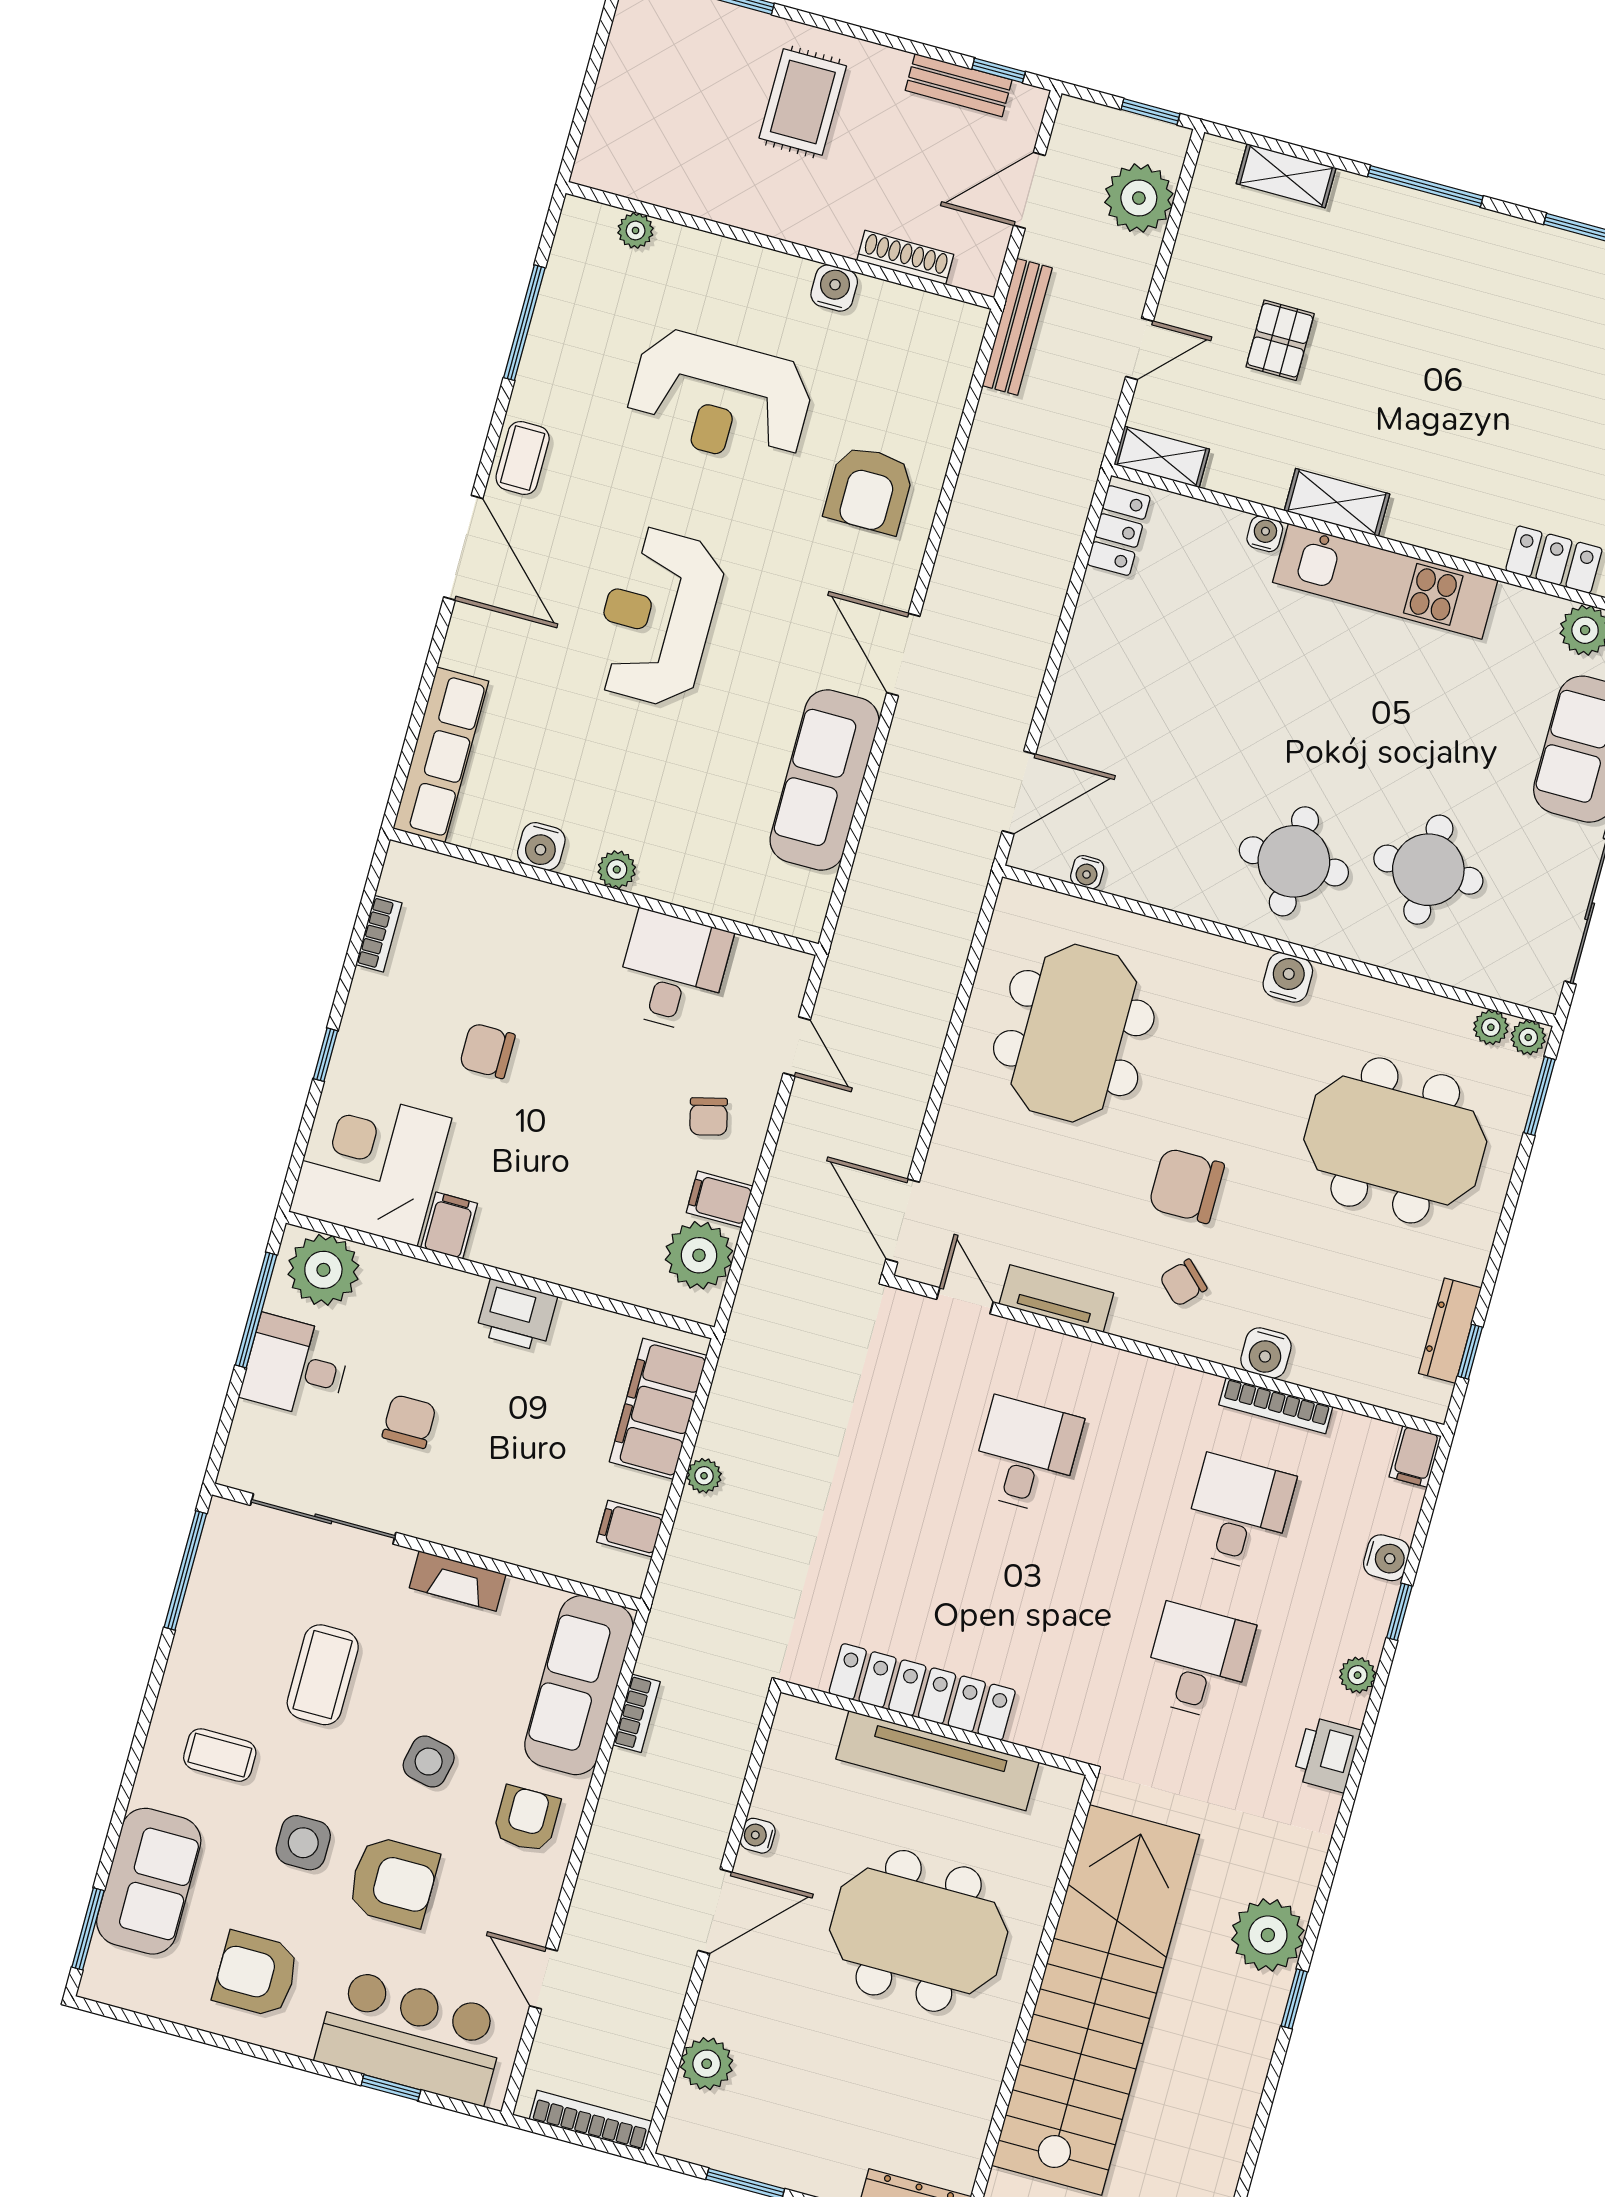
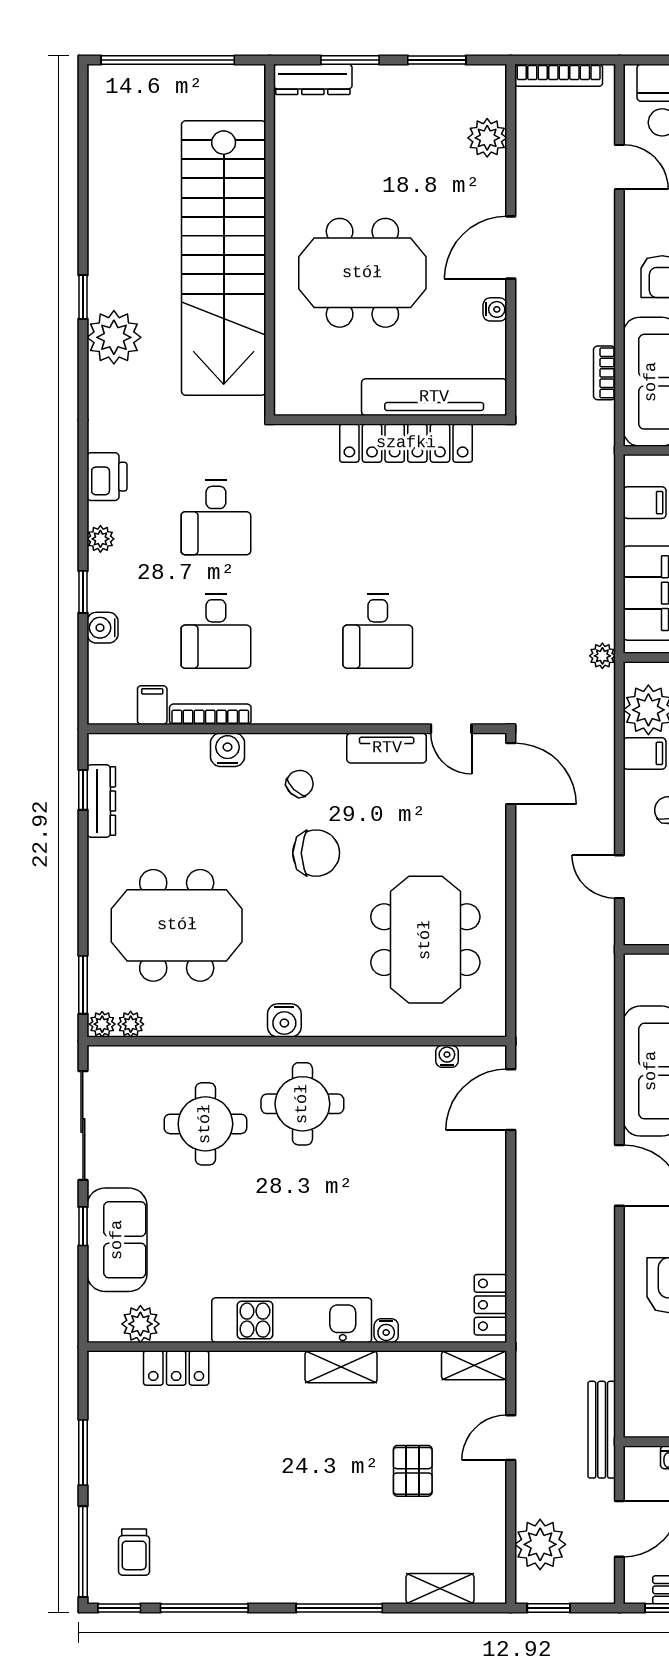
filing cabinet: (1415, 1456) -> (152, 705), moved
plant: (704, 1476) -> (602, 656), moved
tv unit: (937, 1761) -> (434, 397), moved

